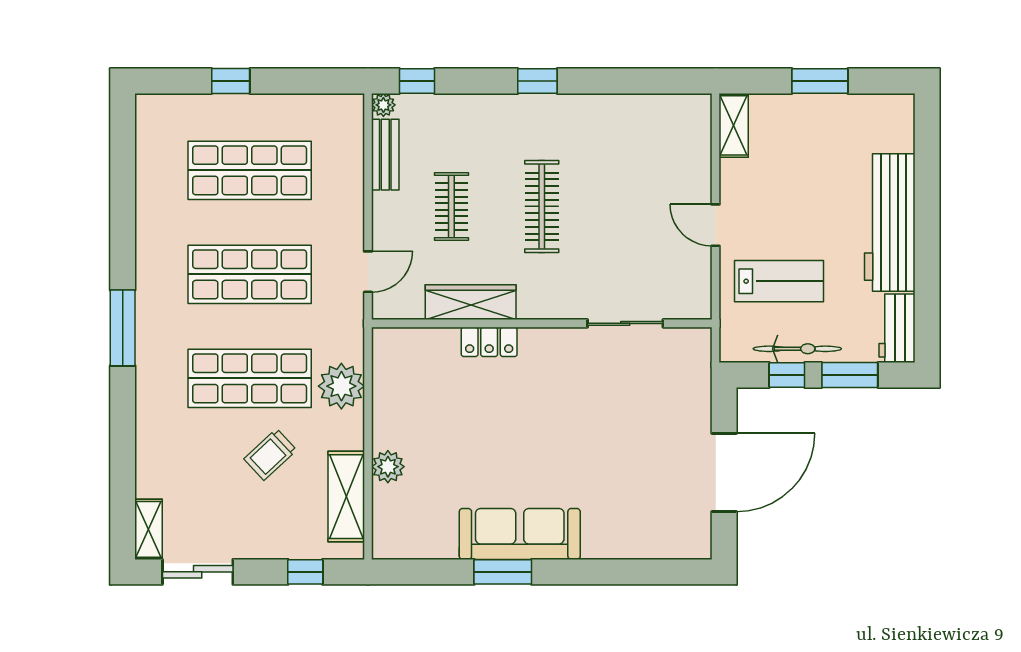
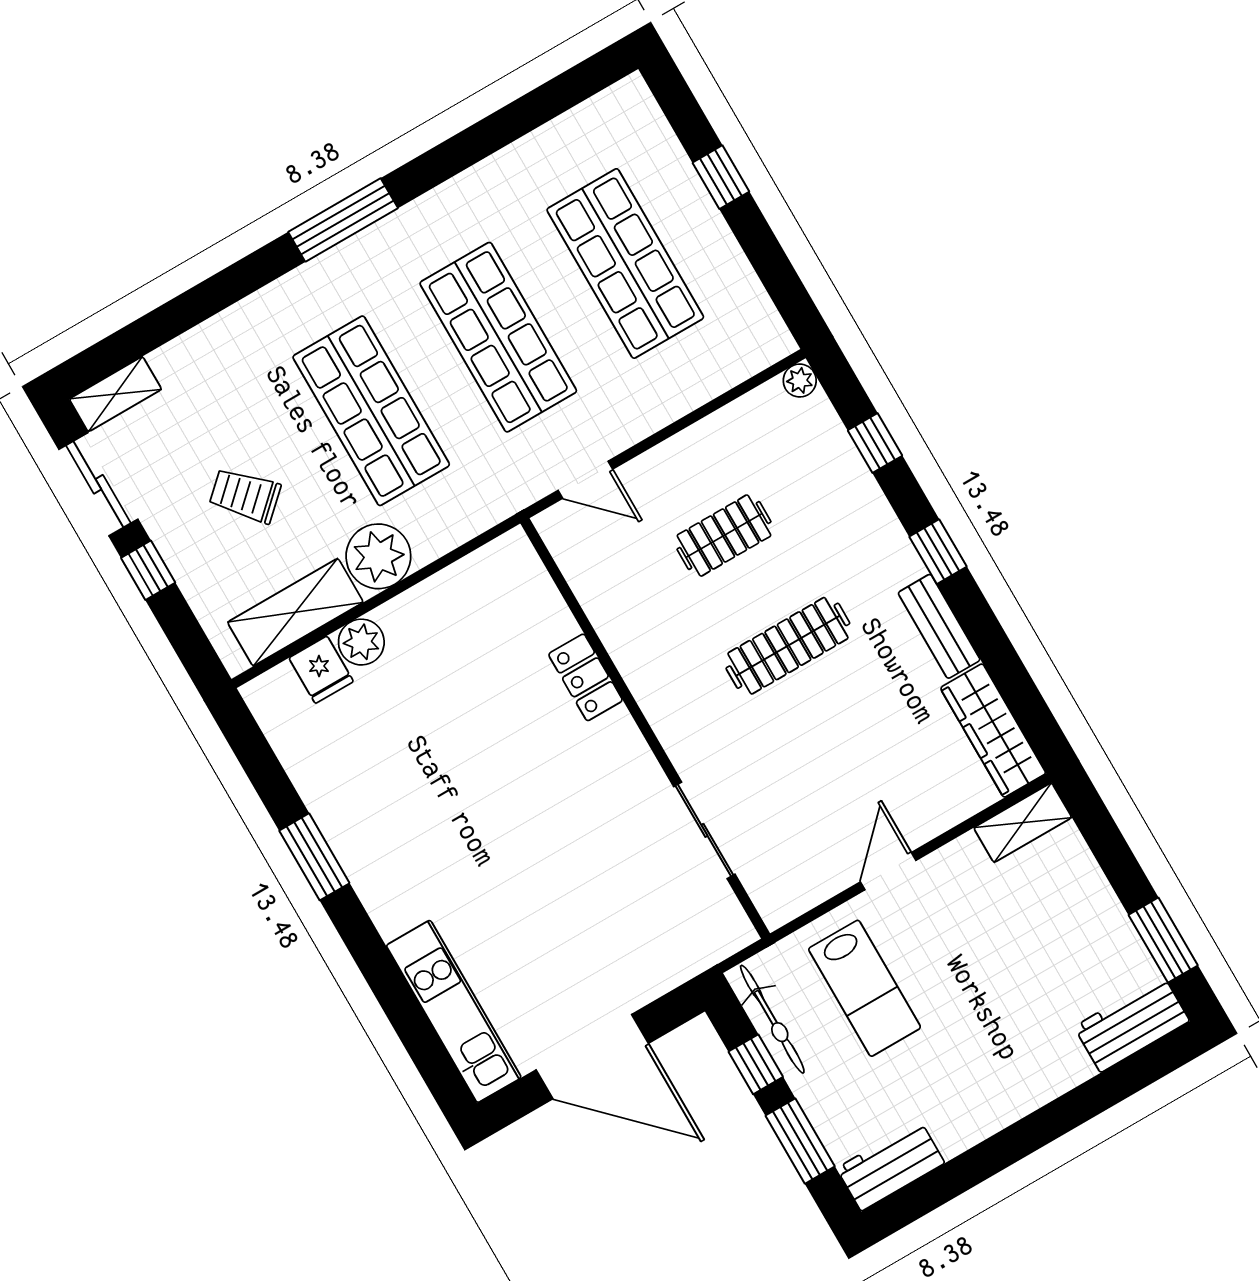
window: (417, 81) -> (875, 443), moved
window: (820, 81) -> (1163, 940), moved
bench: (385, 155) -> (939, 626), moved, turned 90
workbench: (890, 222) -> (1132, 1024), moved, width x0.53, depth x0.76
wardrobe: (471, 302) -> (993, 731), moved, turned 180
bicycle: (797, 349) -> (772, 1019), moved
plant: (341, 386) -> (378, 556), moved
trolley: (270, 455) -> (245, 495), moved
fridge: (391, 501) -> (321, 670), added
sofa: (520, 534) -> (373, 851), removed
kitchen unit: (647, 541) -> (454, 1011), added
window: (305, 572) -> (148, 570), moved

